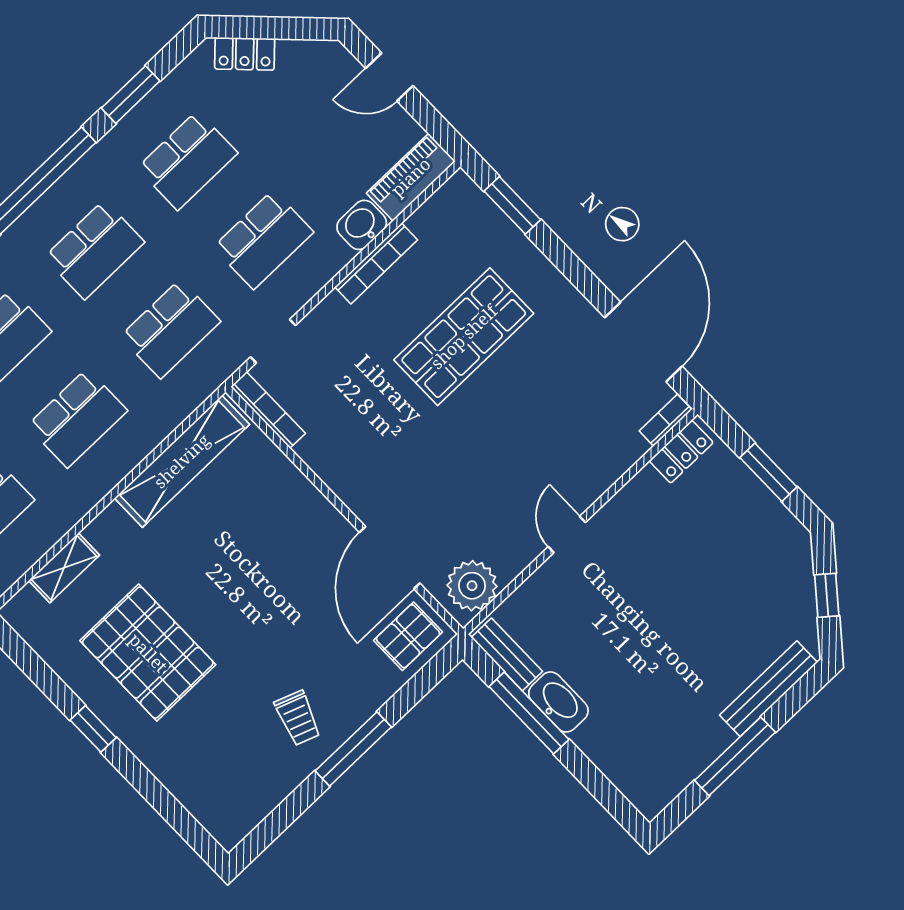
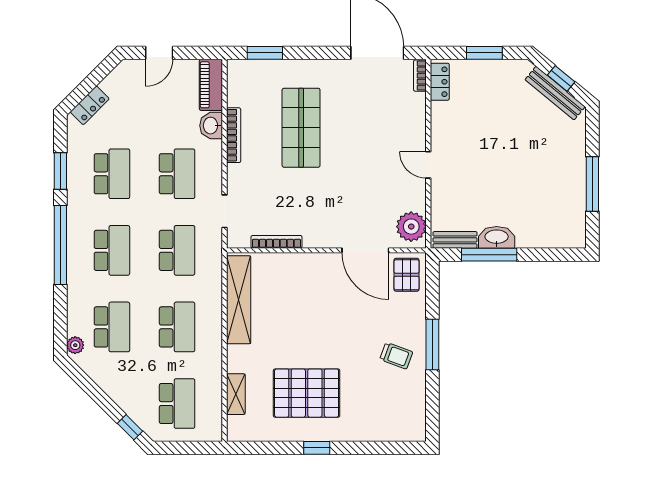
bookcase: (268, 410) -> (276, 242), moved
bench: (769, 689) -> (555, 93), moved, turned -50

